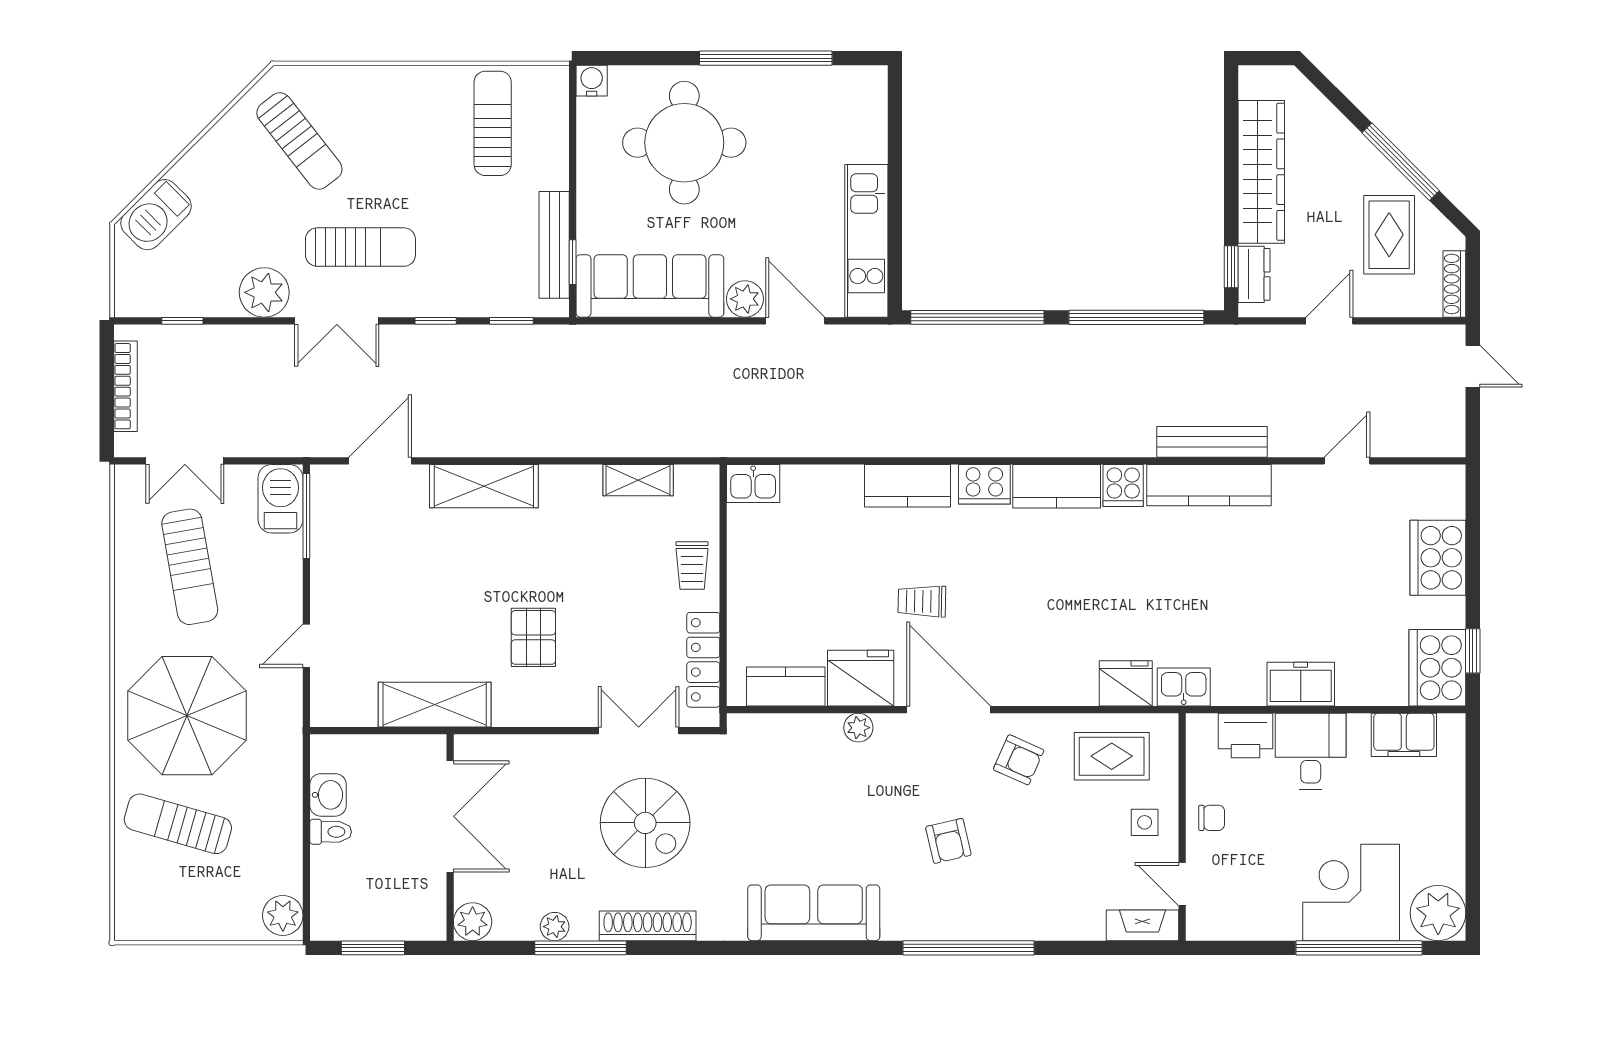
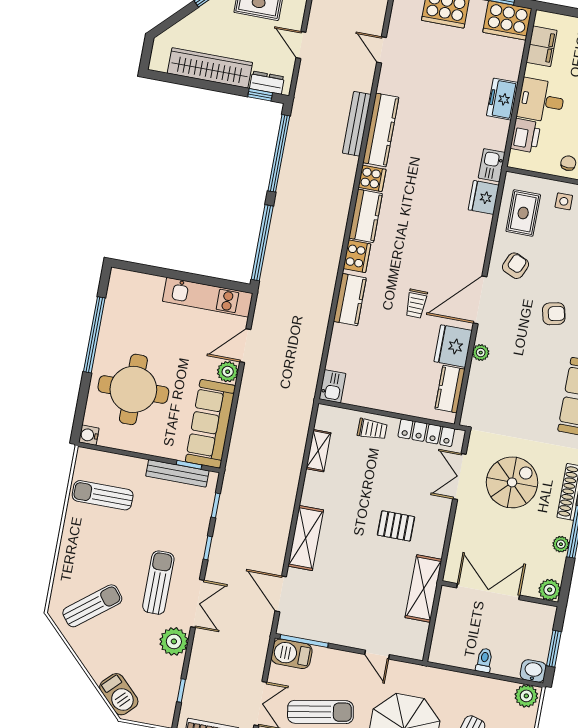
washbasin: (328, 795) -> (533, 671), moved

